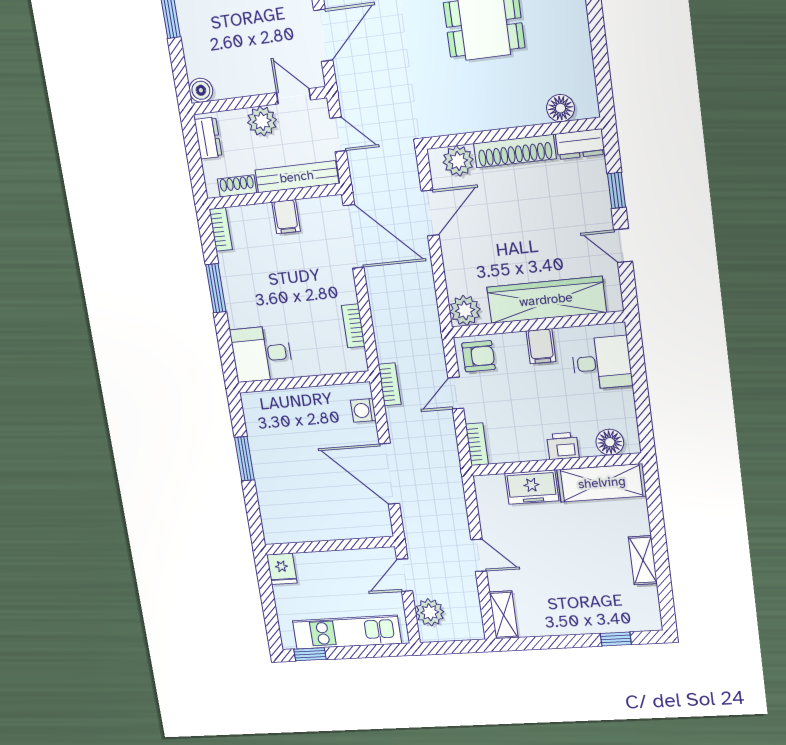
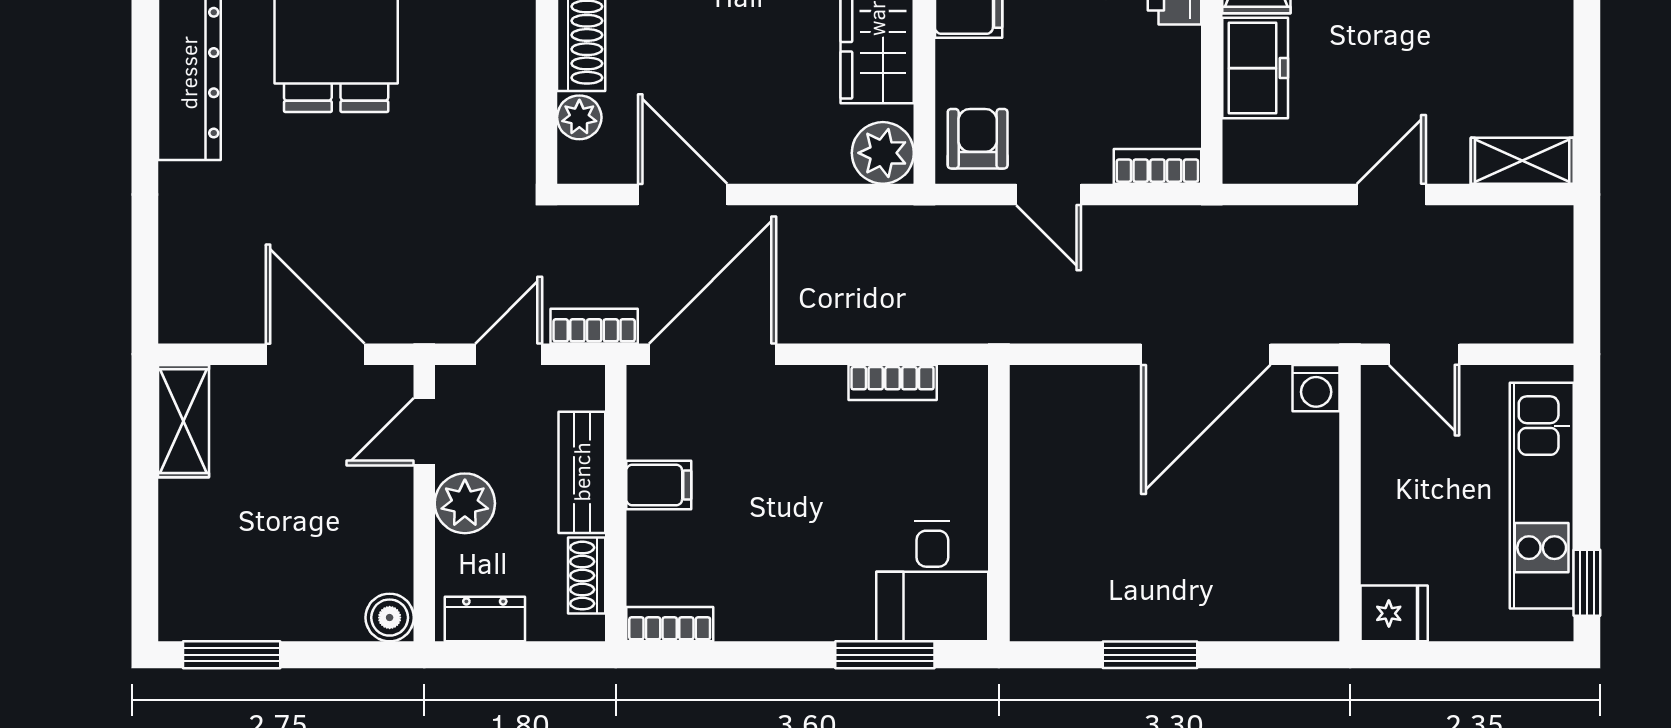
plant: (458, 161) -> (579, 117), width x0.73, depth x0.73
bench: (297, 177) -> (582, 472), width x0.73
window: (216, 288) -> (885, 655), moved
bookcase: (390, 384) -> (594, 326), moved
washing machine: (363, 410) -> (1316, 388), moved
plant: (430, 612) -> (1508, 313), removed

